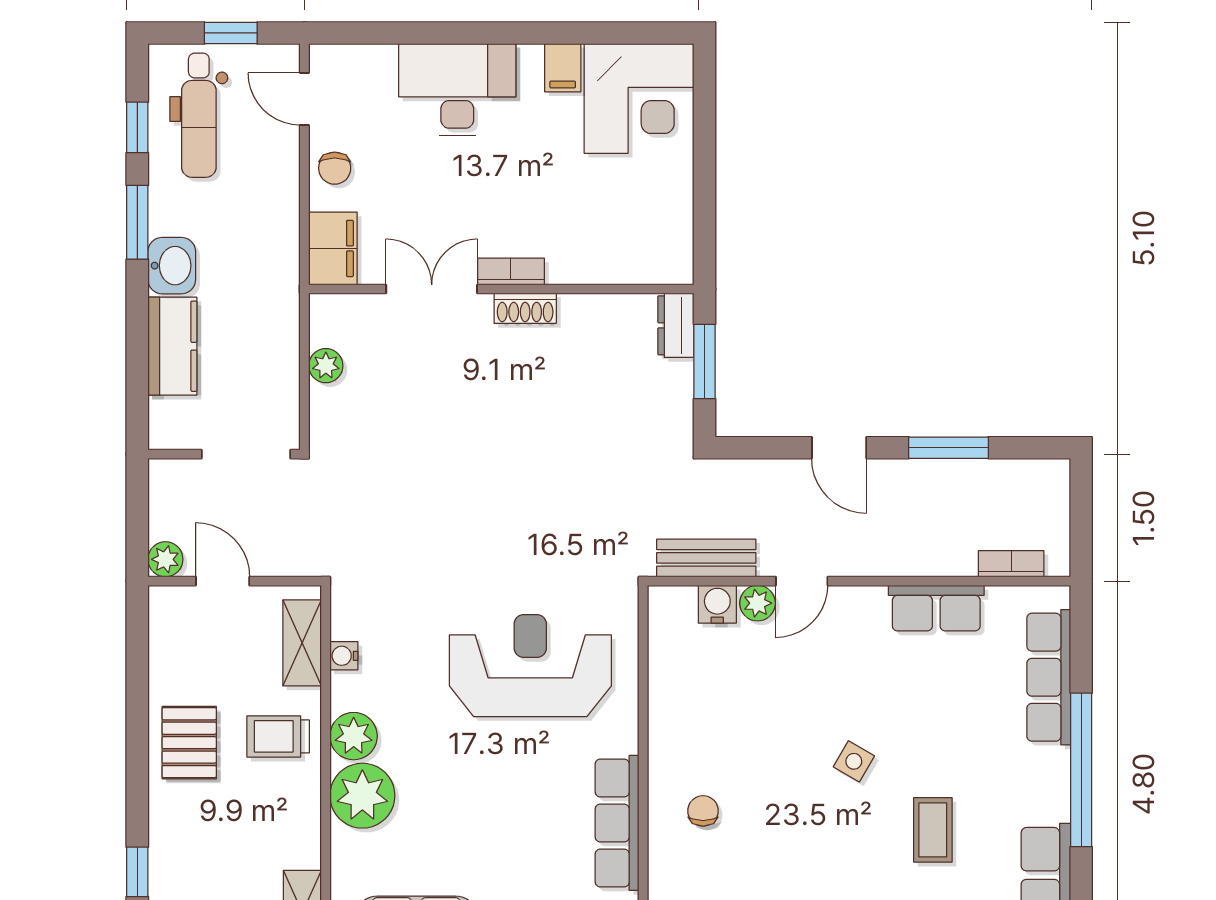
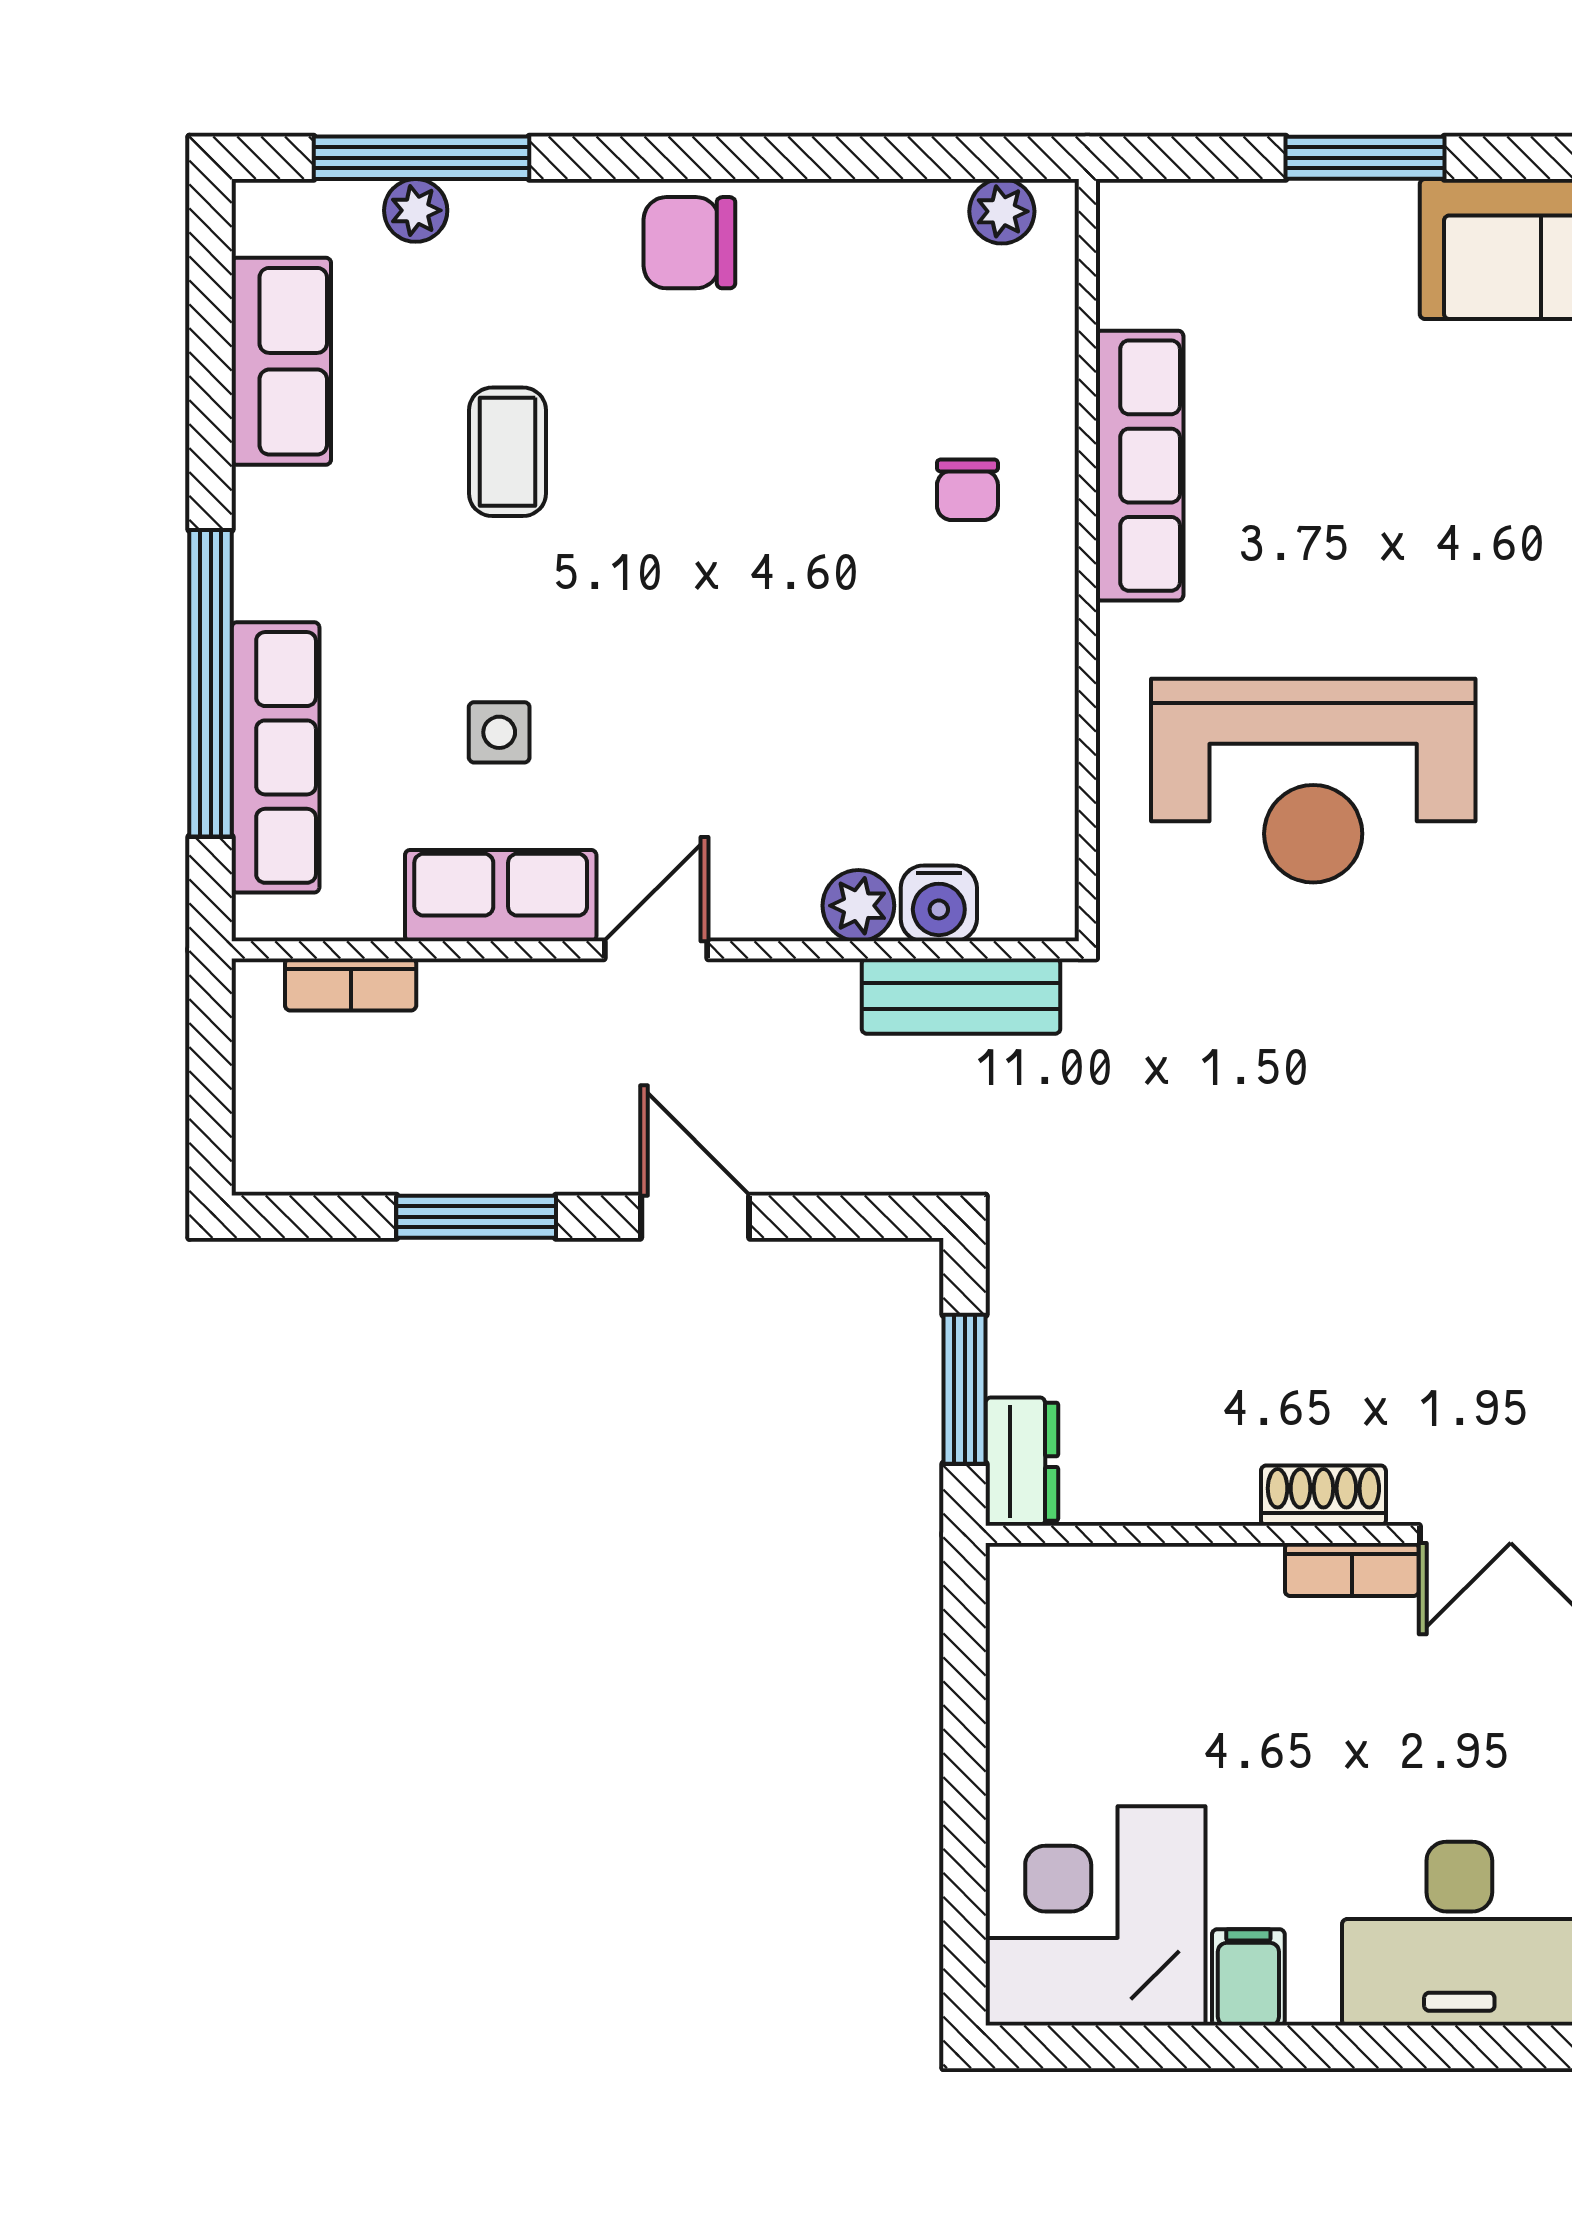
door: (802, 581) -> (656, 950), moved
side table: (854, 761) -> (499, 732), moved, turned -30
window: (1081, 770) -> (211, 683), moved

